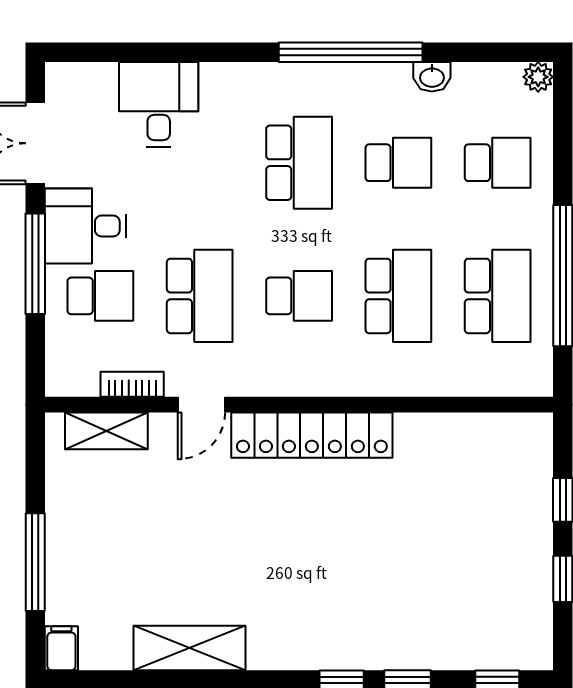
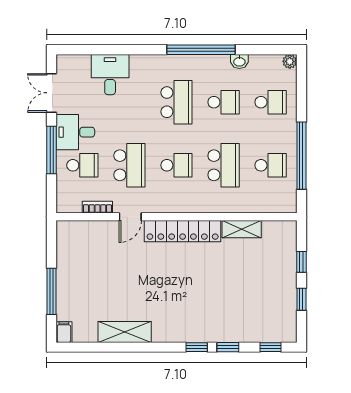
school desk: (498, 296) -> (271, 165), width x0.54
shelving: (106, 431) -> (242, 229), moved

